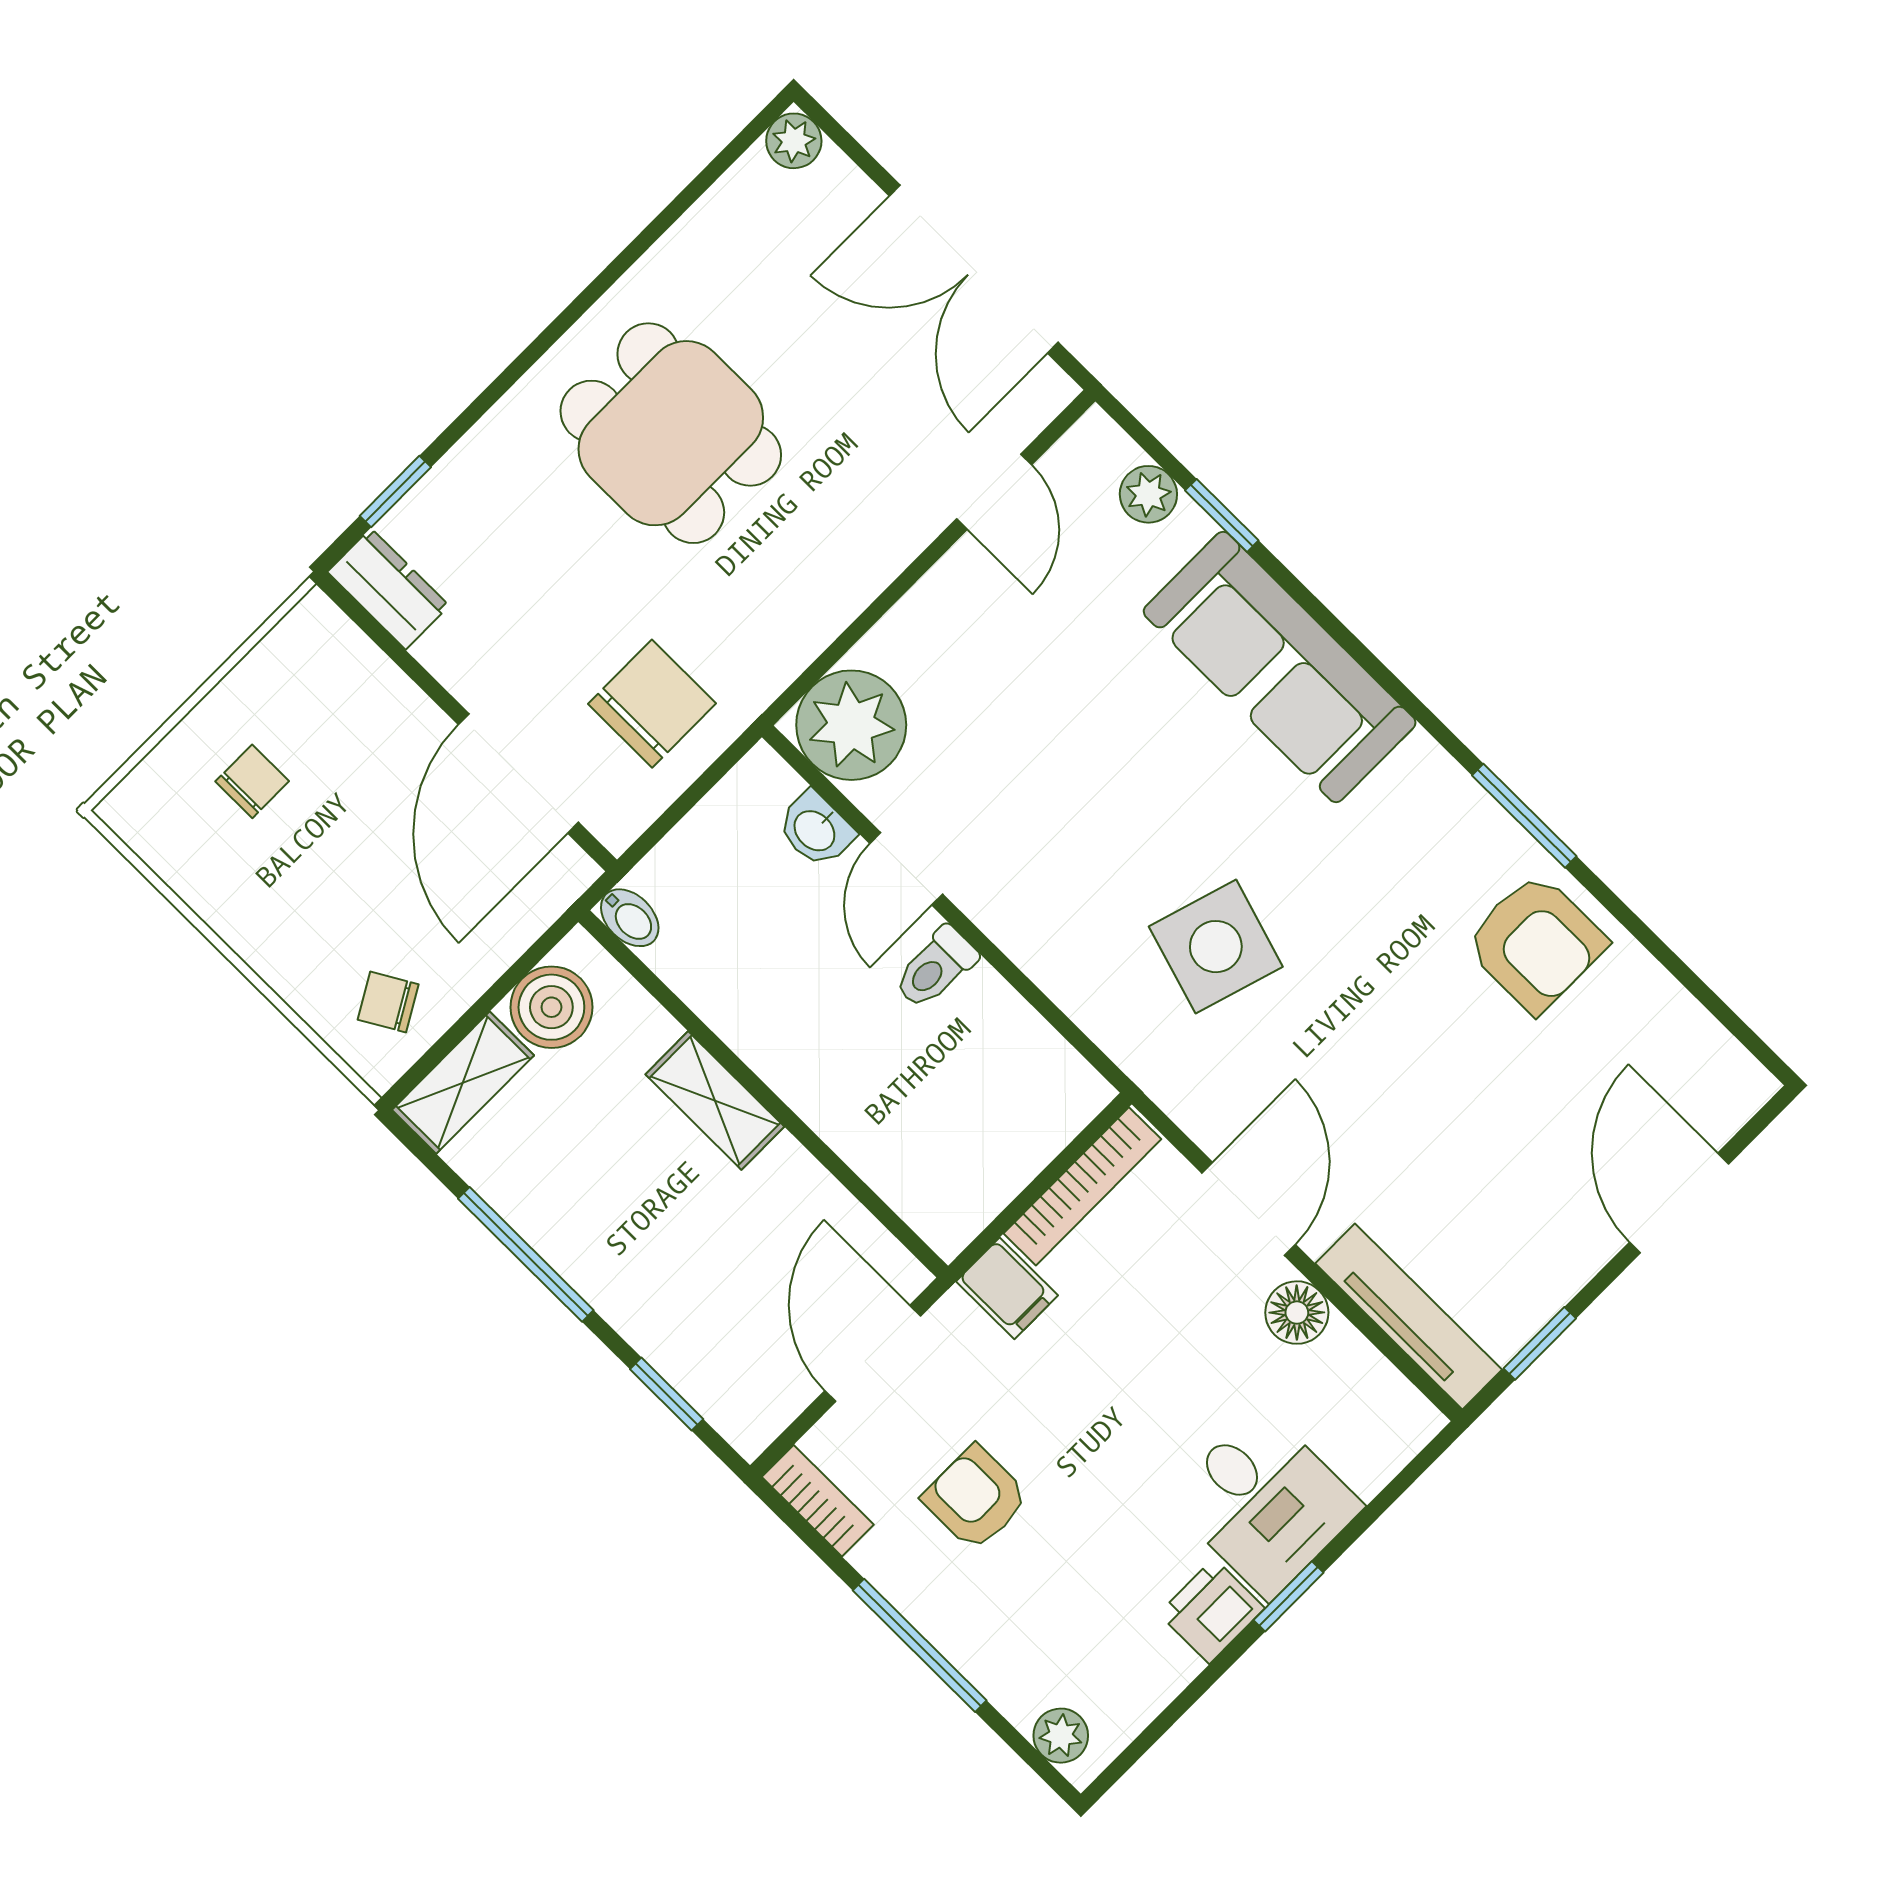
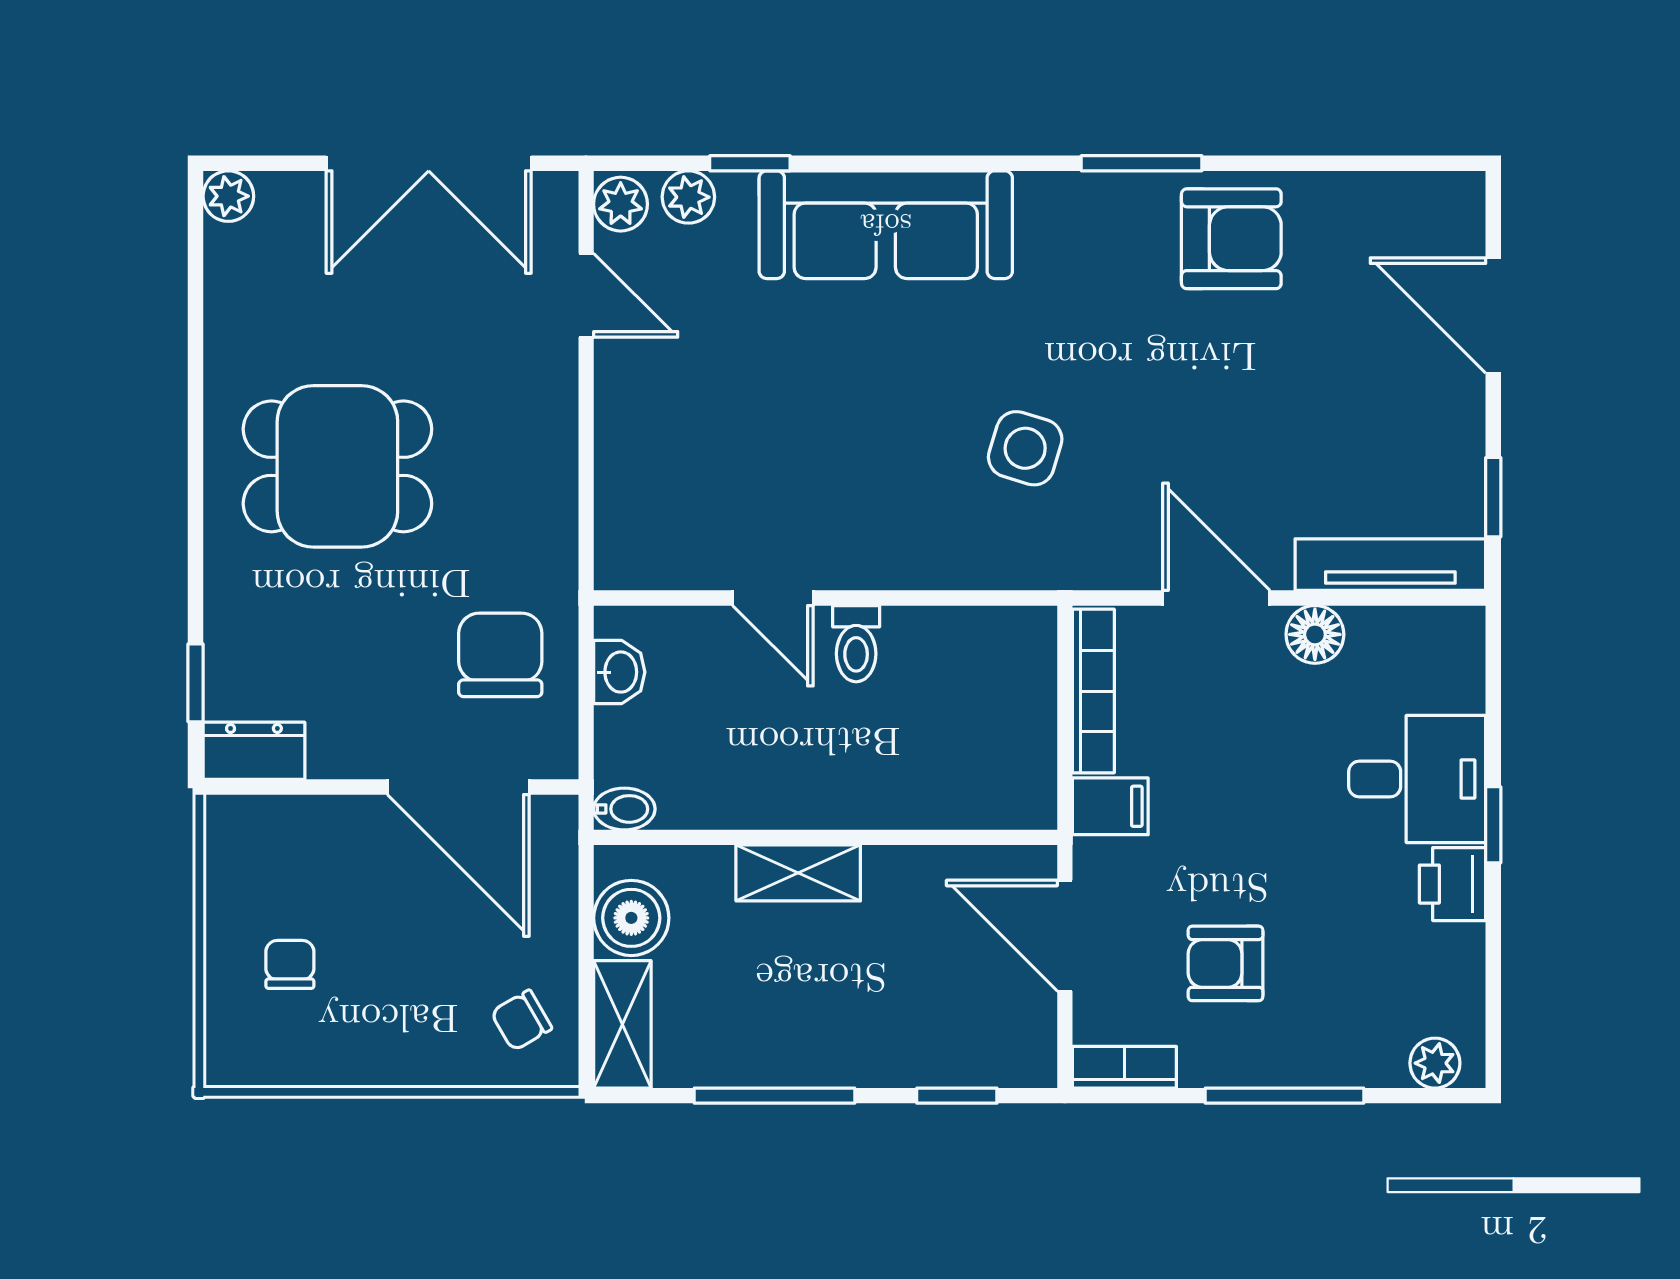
plant: (851, 725) -> (621, 204), moved, width x0.53, depth x0.53
washbasin: (816, 830) -> (619, 672), moved, turned -90
side table: (1216, 947) -> (1025, 448), width x0.73, depth x0.73

